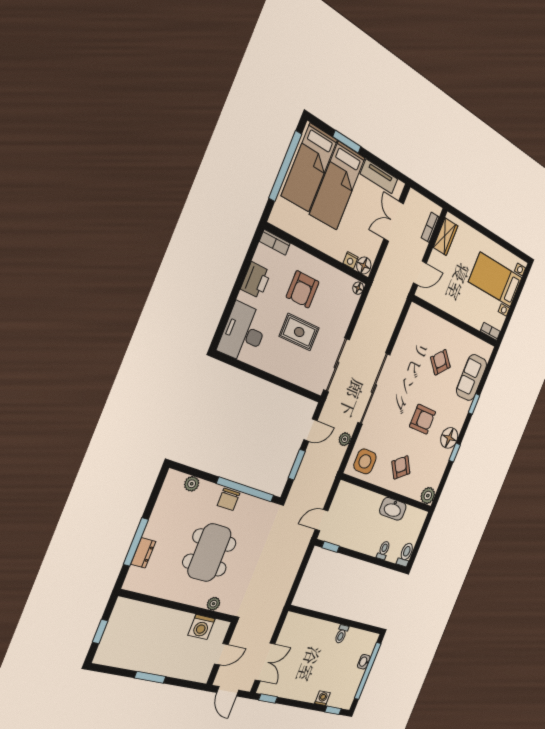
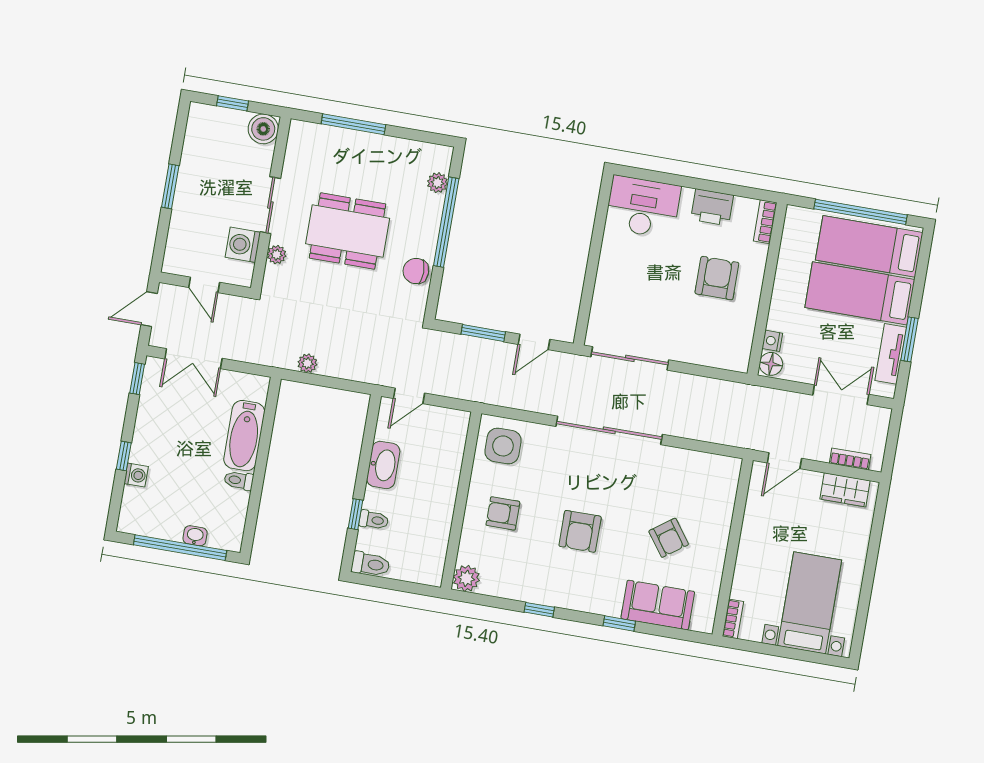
window: (347, 142) -> (910, 339), moved
door: (420, 273) -> (784, 461), hinge flipped
floor lamp: (358, 288) -> (739, 364), removed
armchair: (303, 289) -> (717, 278), turned 90
rug: (299, 332) -> (661, 288), removed
armchair: (440, 362) -> (669, 538), turned 99
door: (310, 430) -> (534, 342), hinge flipped
floor lamp: (449, 438) -> (560, 592), removed
plant: (345, 439) -> (307, 363), moved
armchair: (401, 467) -> (503, 513), turned -145
window: (245, 489) -> (446, 222), moved
chair: (229, 499) -> (416, 271), moved
washbasin: (393, 509) -> (383, 465), moved, turned 180
door: (321, 520) -> (409, 396), swing flipped
window: (331, 547) -> (355, 514), moved
dresser: (143, 553) -> (340, 138), removed
sliding door: (179, 607) -> (270, 205), added
boiler: (124, 609) -> (263, 129), added
bathtub: (318, 630) -> (244, 436), added
window: (333, 710) -> (124, 456), moved

